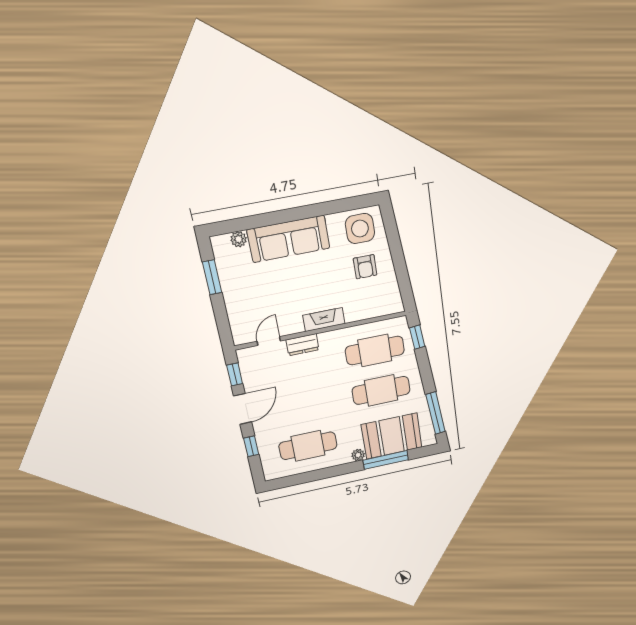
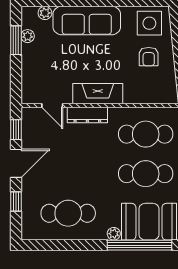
plant: (224, 270) -> (28, 36), added
fireplace: (324, 320) -> (98, 94), width x1.37, depth x1.32
door: (269, 341) -> (52, 105), swing flipped
dresser: (302, 345) -> (87, 115), width x1.44
window: (386, 460) -> (140, 245), width x1.46

